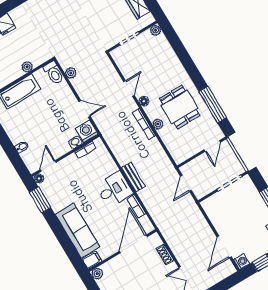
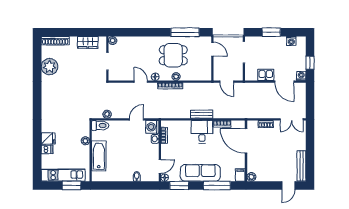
door: (48, 166) -> (160, 167), swing flipped
kitchen sink: (219, 222) -> (266, 75), added
sofa: (77, 231) -> (200, 173), moved
window: (65, 241) -> (217, 185), added

